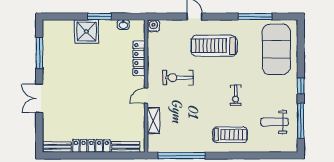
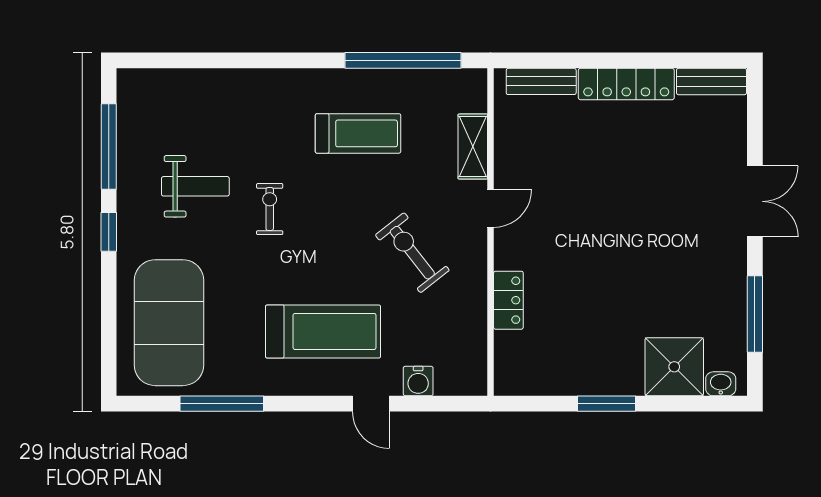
washbasin: (123, 25) -> (721, 384), moved
water cooler: (153, 26) -> (418, 381), moved
shower: (87, 32) -> (674, 367), moved
locker: (139, 58) -> (508, 300), width x0.66
exercise bike: (178, 78) -> (412, 253), turned -128
weight bench: (274, 122) -> (195, 186), moved
treadmill: (230, 135) -> (358, 133), moved, turned 180

